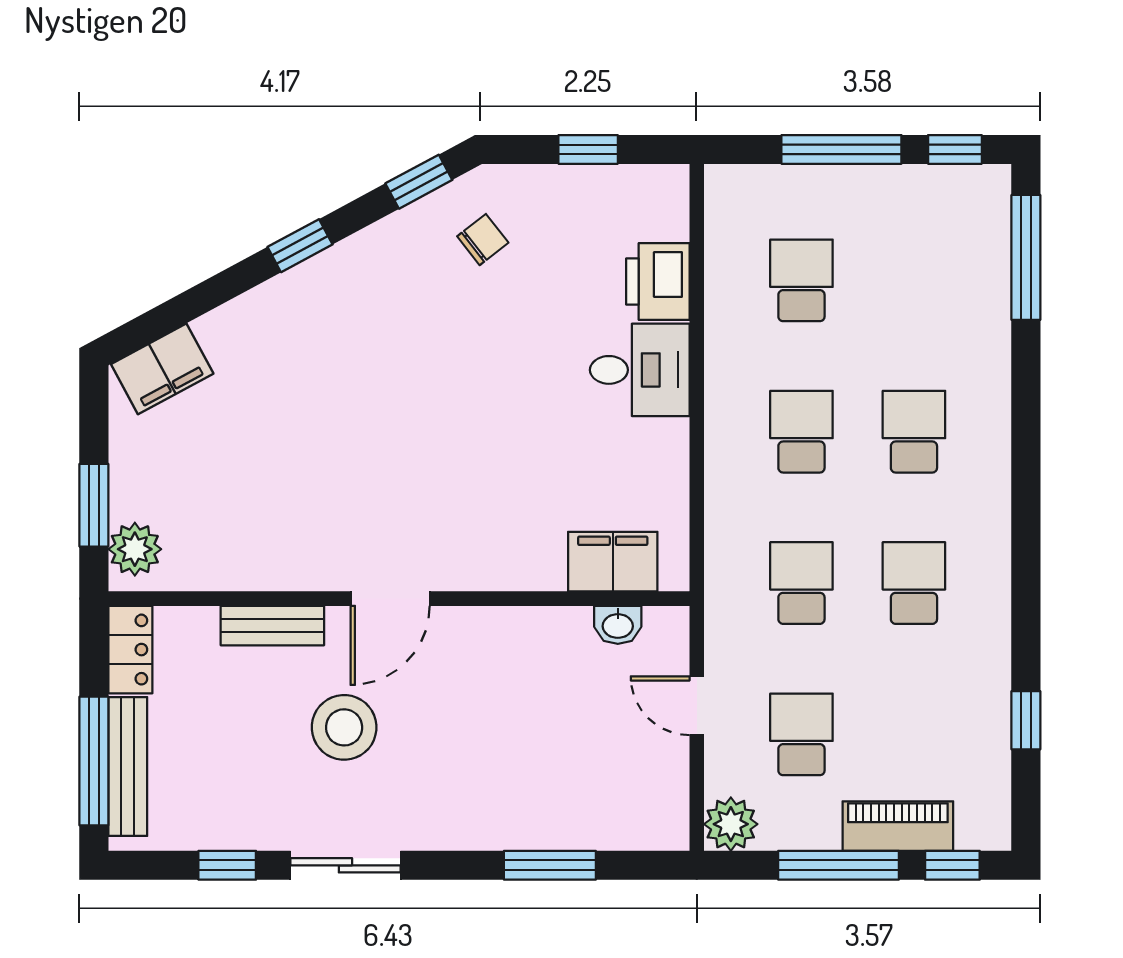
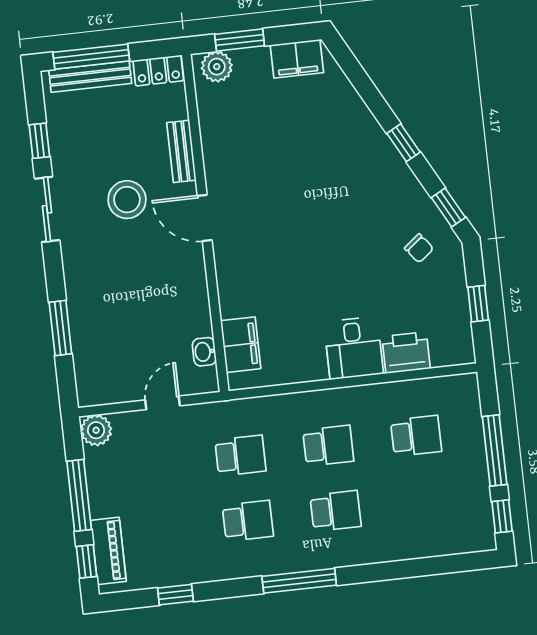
window: (1026, 257) -> (299, 581), moved
filing cabinet: (162, 369) -> (297, 59), moved, turned -62
school desk: (801, 734) -> (153, 465), removed
piano: (898, 826) -> (108, 551), moved

